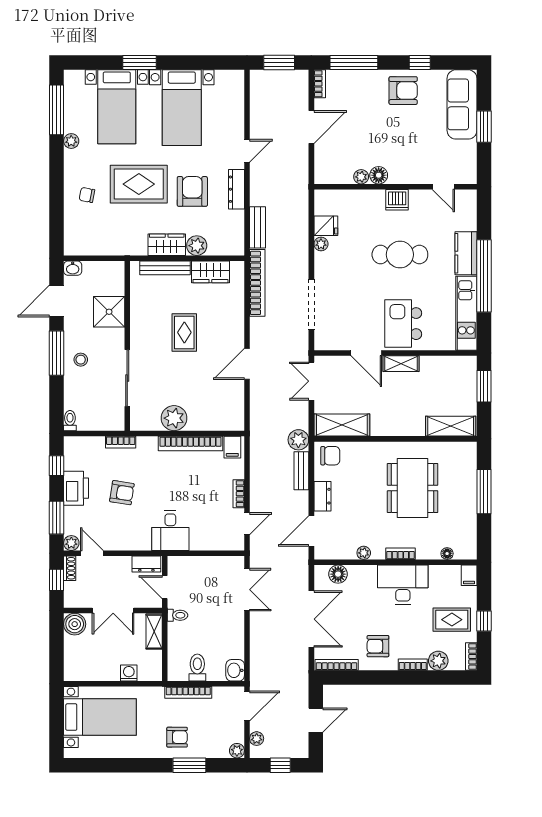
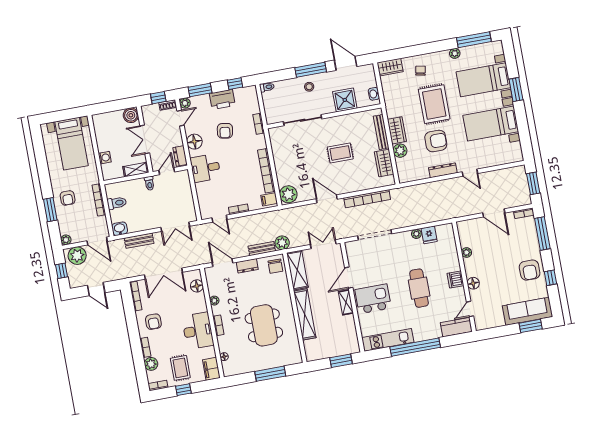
window: (484, 127) -> (531, 326), moved
floor lamp: (379, 175) -> (473, 283), moved
bench: (258, 227) -> (139, 241), moved
wardrobe: (74, 238) -> (390, 67), added
kitchen counter: (466, 253) -> (456, 327), moved
washbasin: (73, 268) -> (374, 94), moved
bookcase: (257, 283) -> (367, 199), moved
plant: (174, 418) -> (288, 194), moved
shelving: (451, 426) -> (305, 314), moved, width x1.47
dining table: (413, 488) -> (264, 325), turned 90
floor lamp: (129, 539) -> (194, 142), added
filing cabinet: (469, 575) -> (211, 369), width x2.00
armchair: (378, 646) -> (153, 322), turned 180
plant: (257, 739) -> (77, 256), width x1.88, depth x1.88

